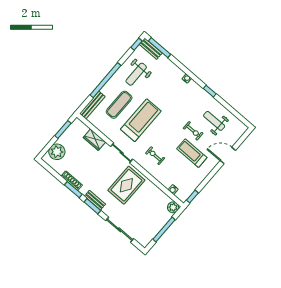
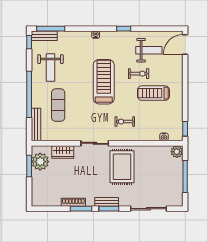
treadmill: (141, 120) -> (104, 82), moved
weight bench: (214, 121) -> (149, 50), turned 180
plant: (57, 152) -> (40, 162), moved
door: (228, 156) -> (185, 45), moved

